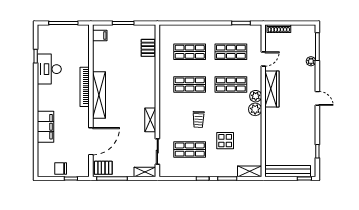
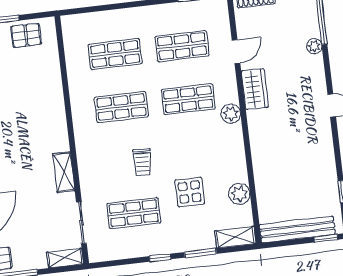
pallet: (148, 48) -> (26, 35), moved, turned 90
wardrobe: (272, 89) -> (255, 89), width x0.67
plant: (255, 109) -> (239, 194), moved

